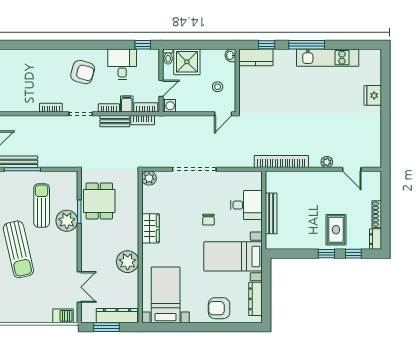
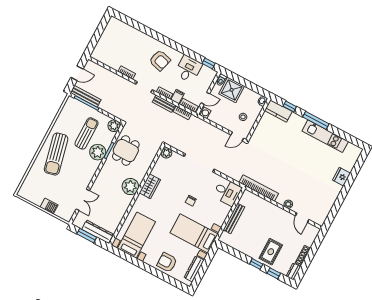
plant: (69, 179) -> (114, 126), added
desk: (246, 205) -> (227, 192), moved
plant: (128, 262) -> (130, 187), moved
barbecue: (63, 316) -> (49, 206), moved

